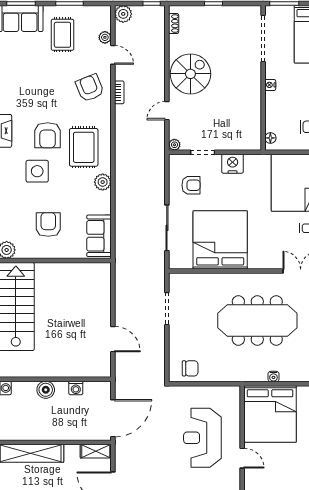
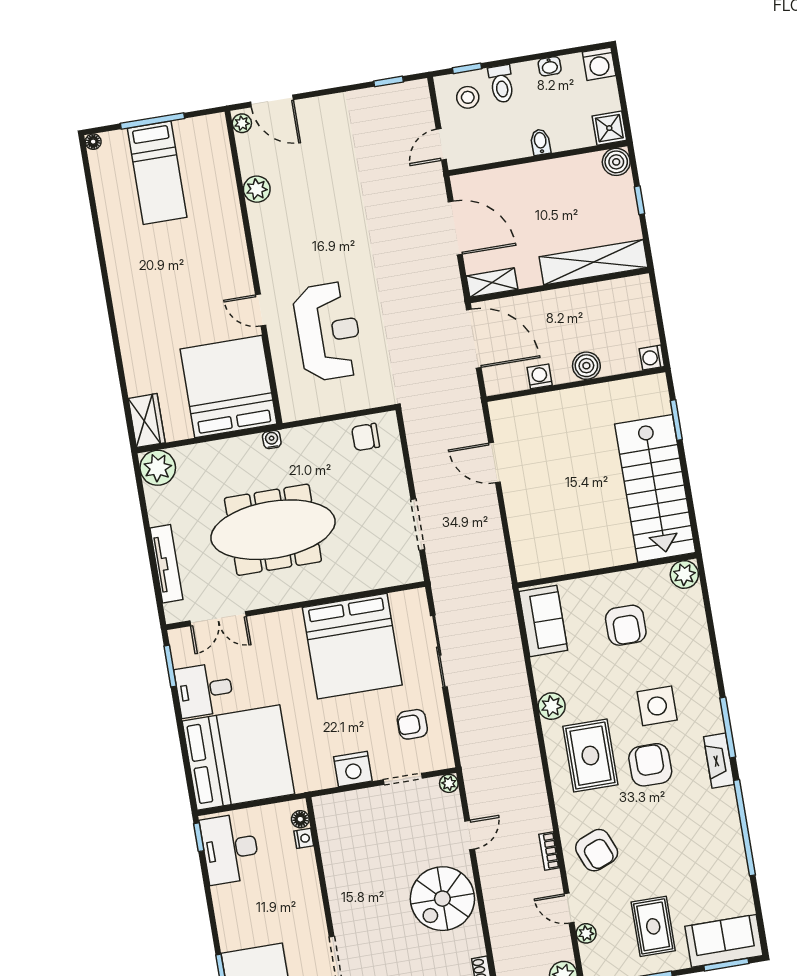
nightstand: (270, 85) -> (304, 838), moved
water cooler: (273, 377) -> (272, 440), moved
door: (113, 418) -> (474, 339), swing flipped

